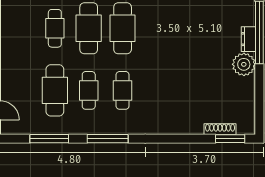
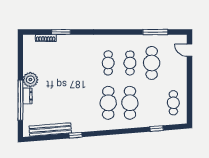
cafe table: (55, 28) -> (173, 103), moved
window: (108, 139) -> (118, 32), removed
window: (230, 139) -> (61, 32), moved

